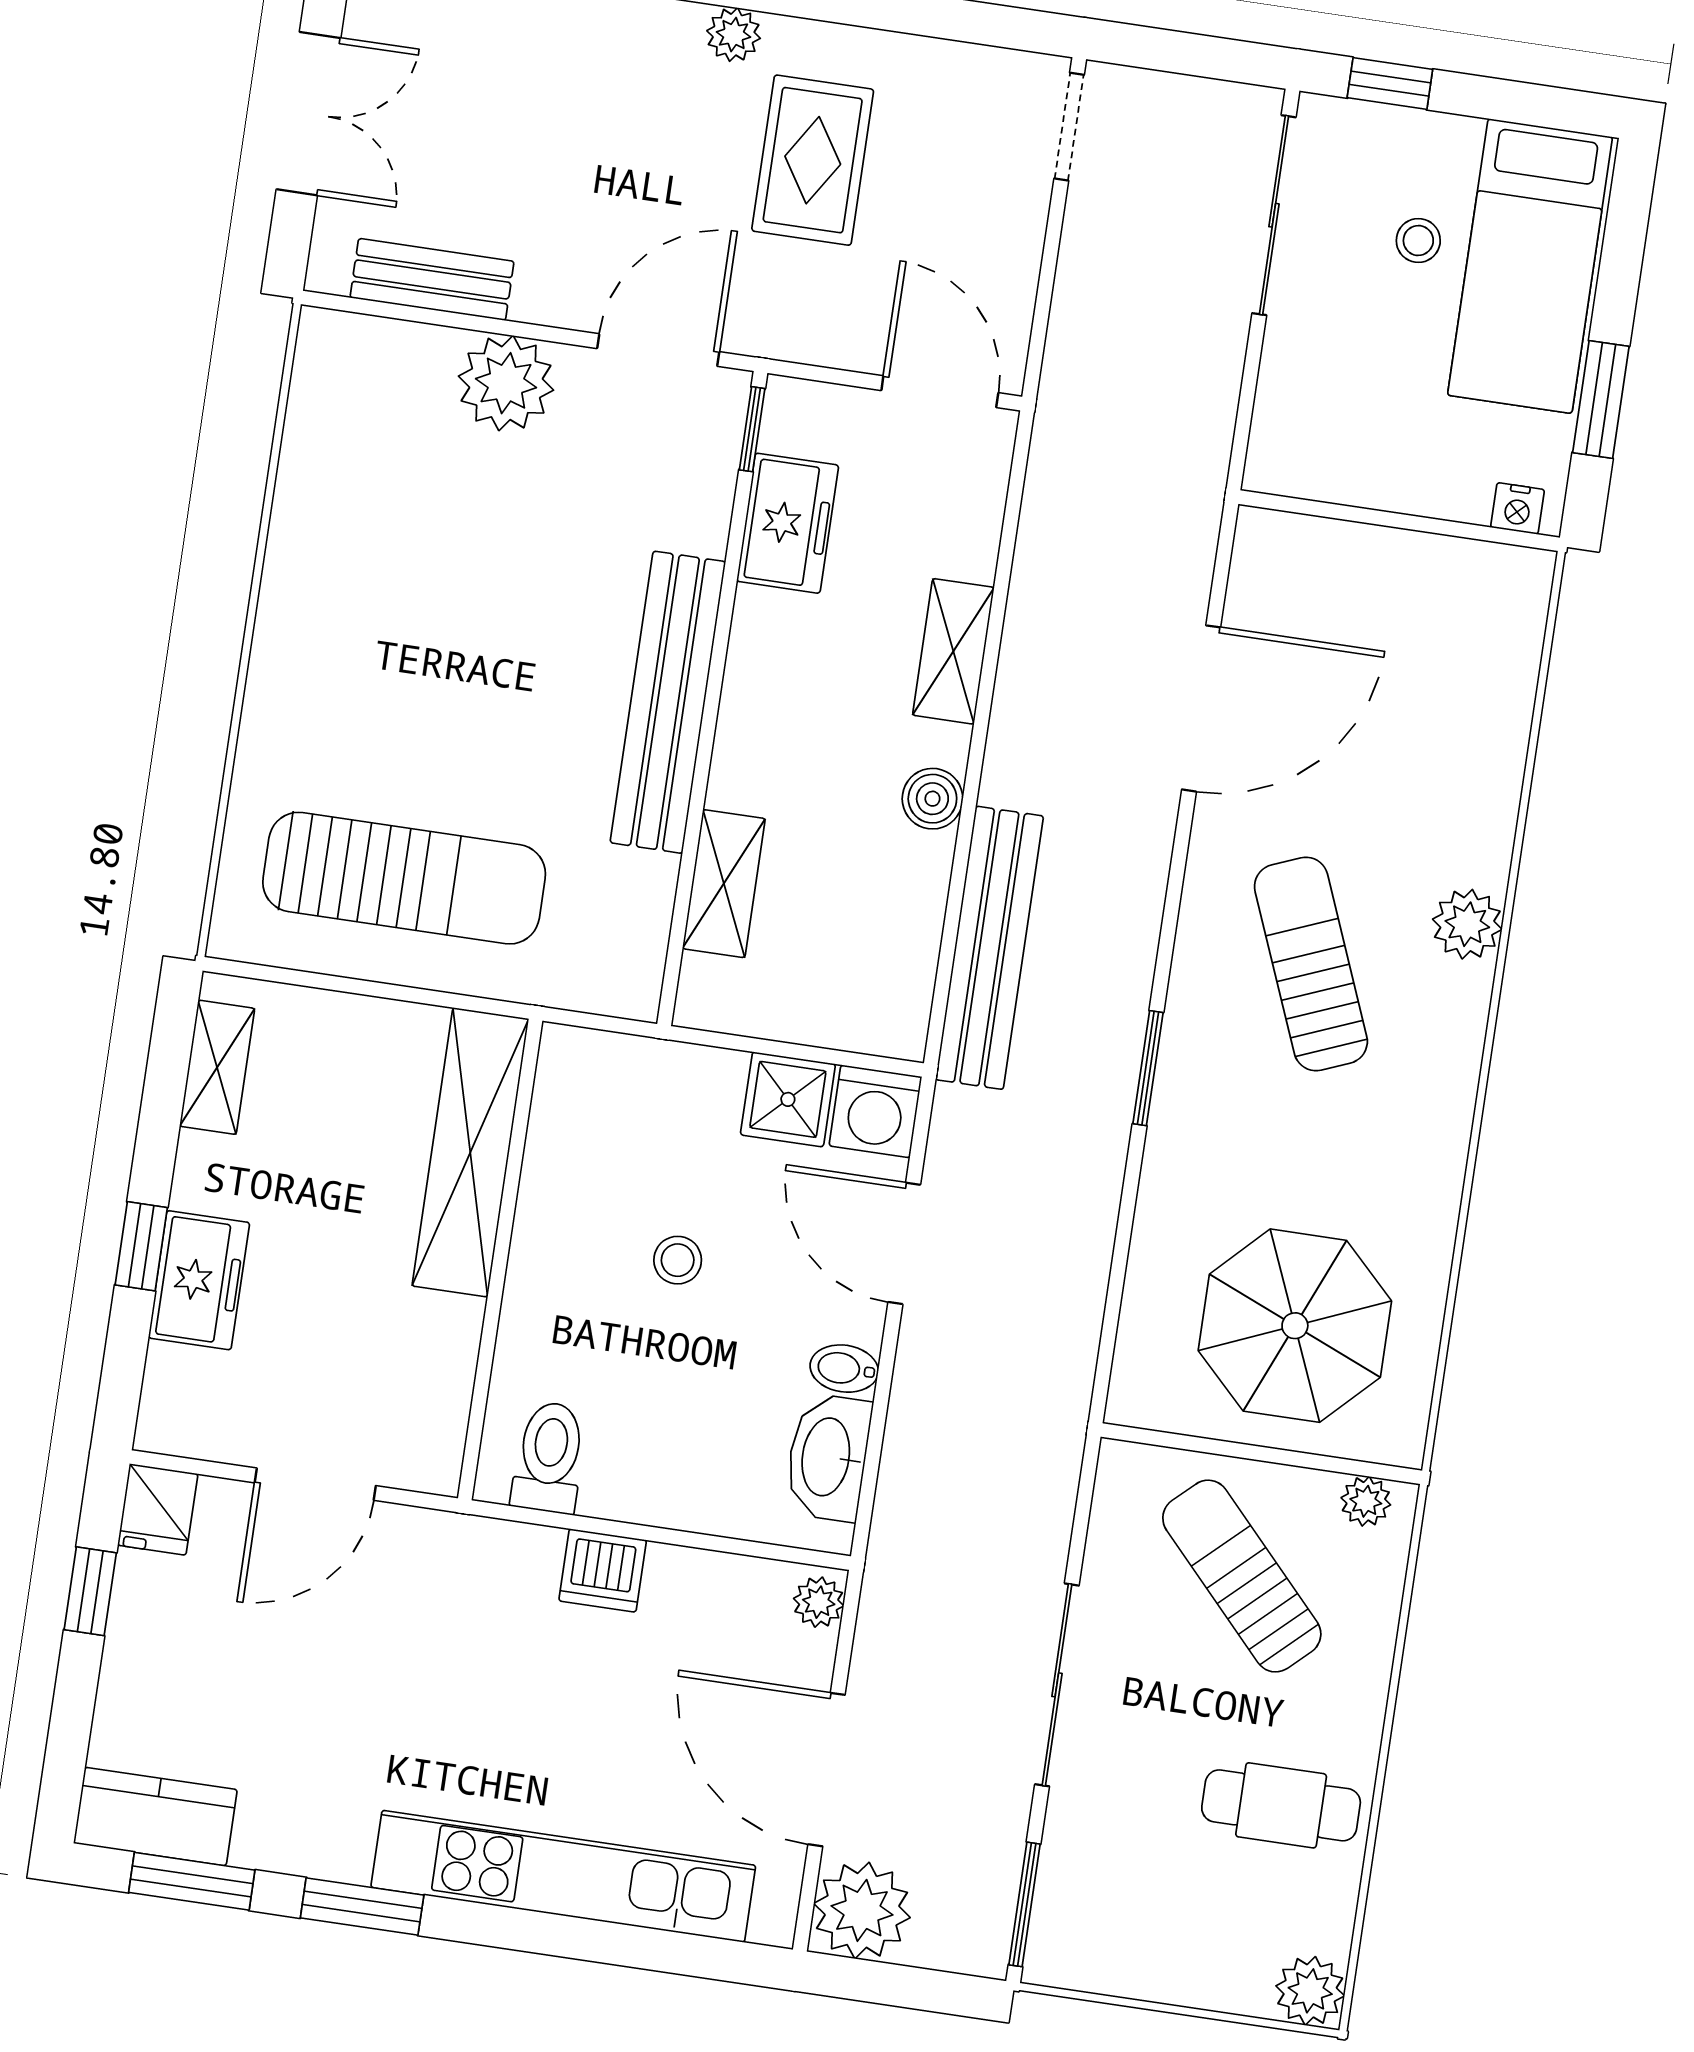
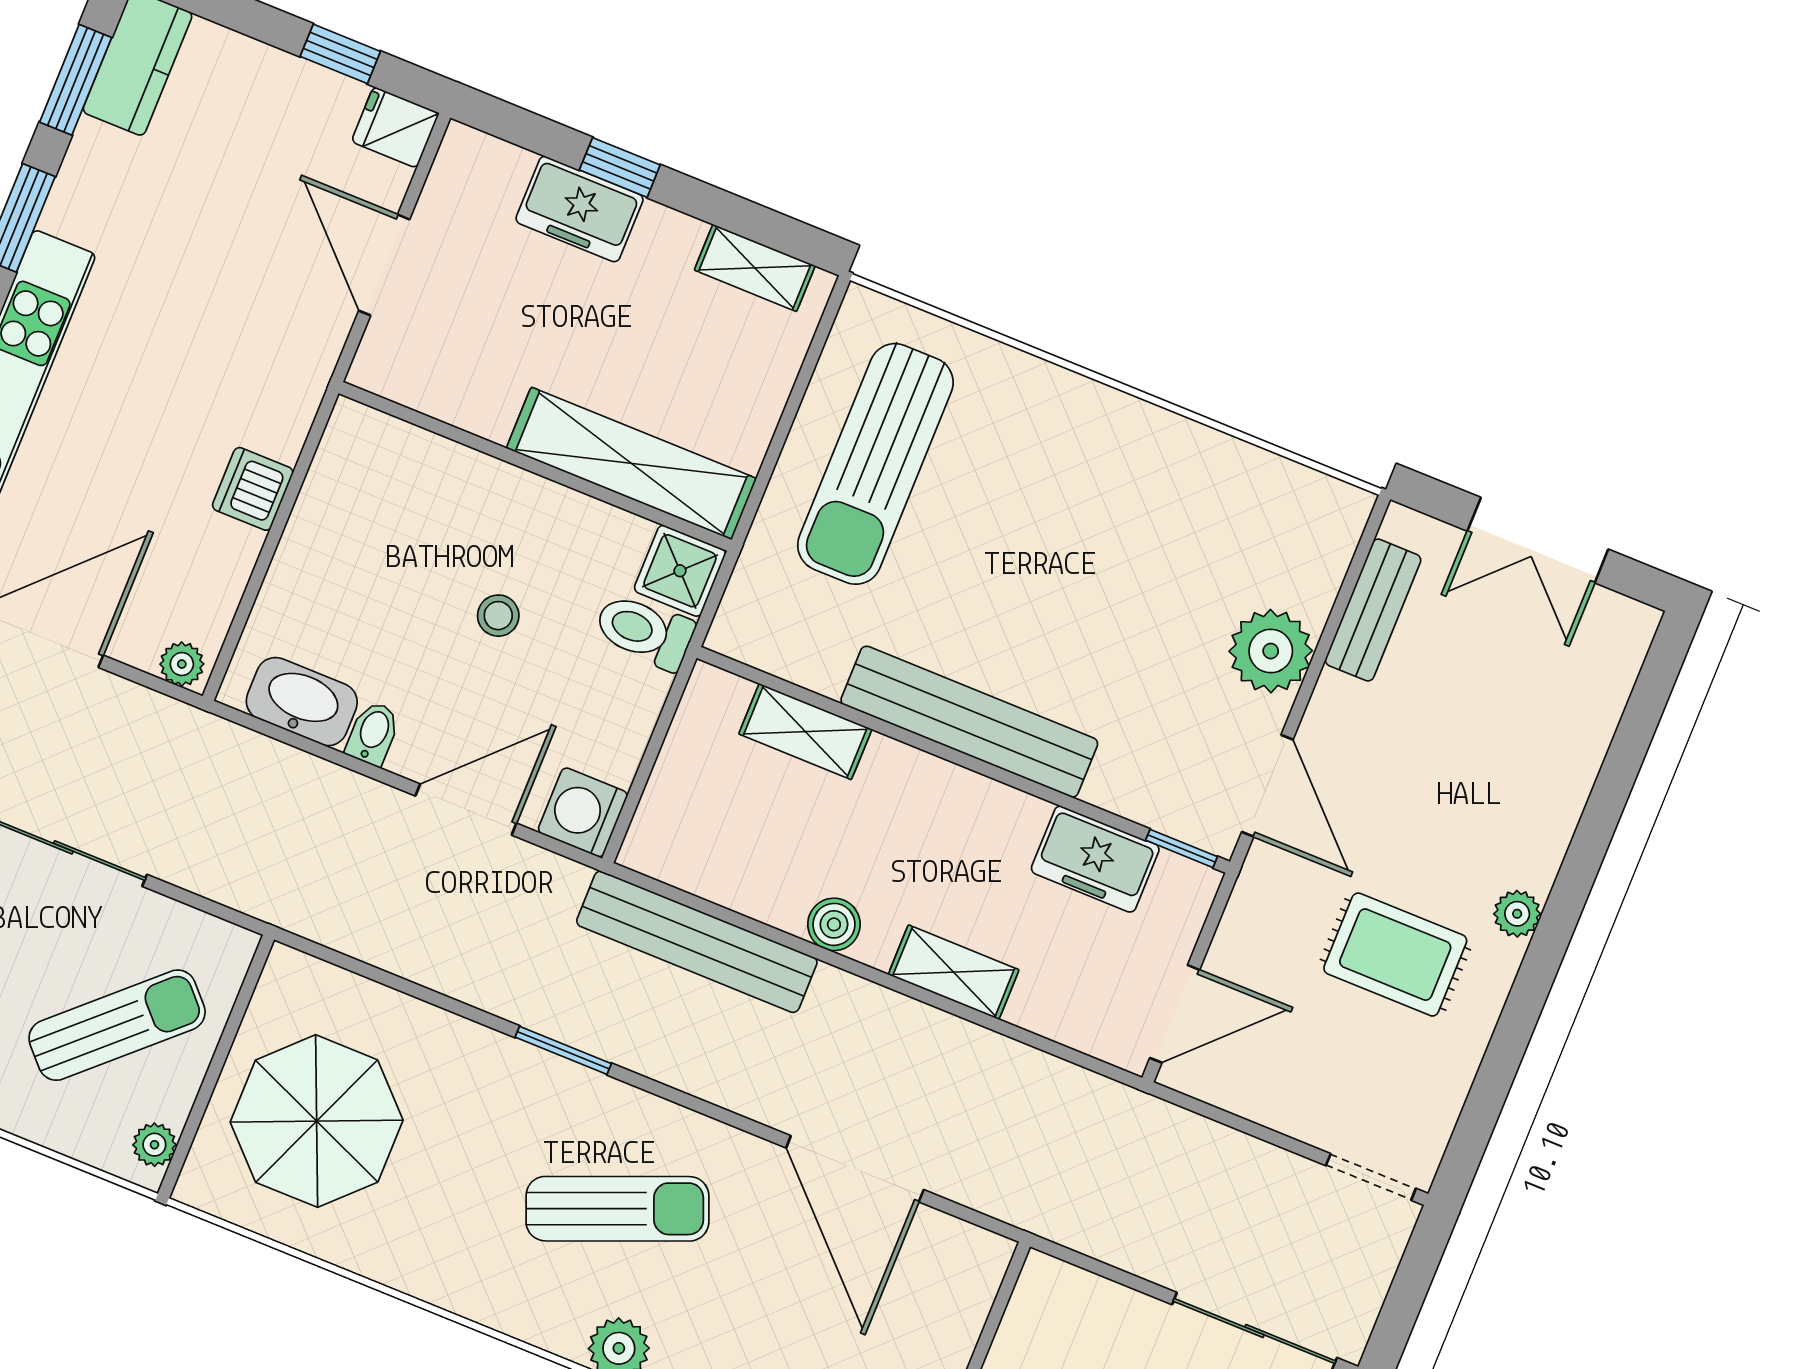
shower: (788, 1099) -> (680, 571), moved
toilet: (549, 1457) -> (644, 631), moved, turned 180

